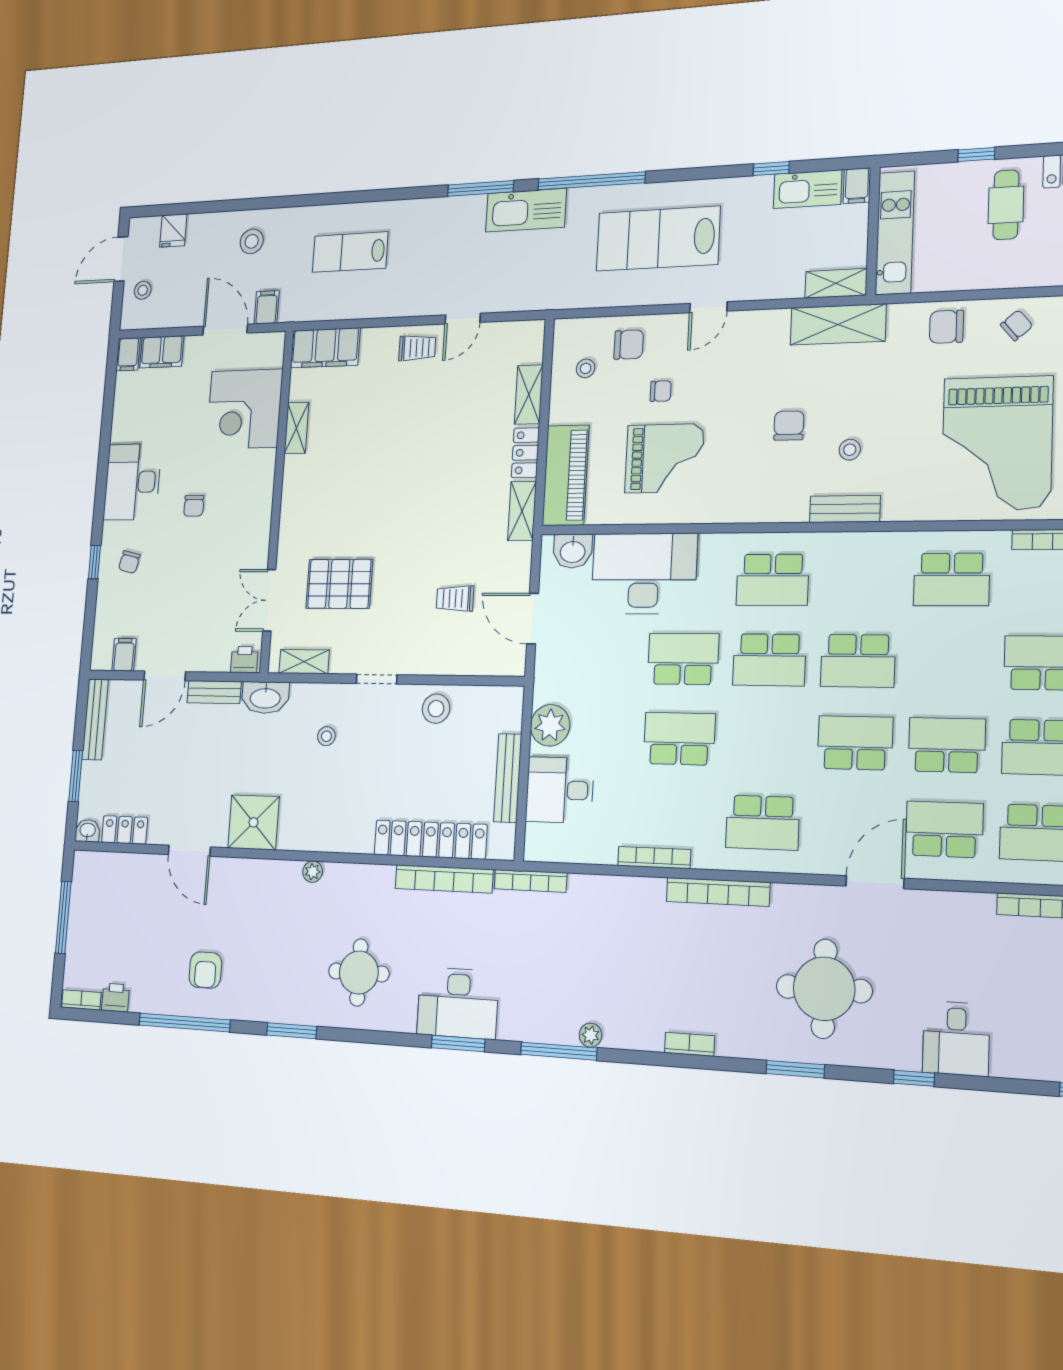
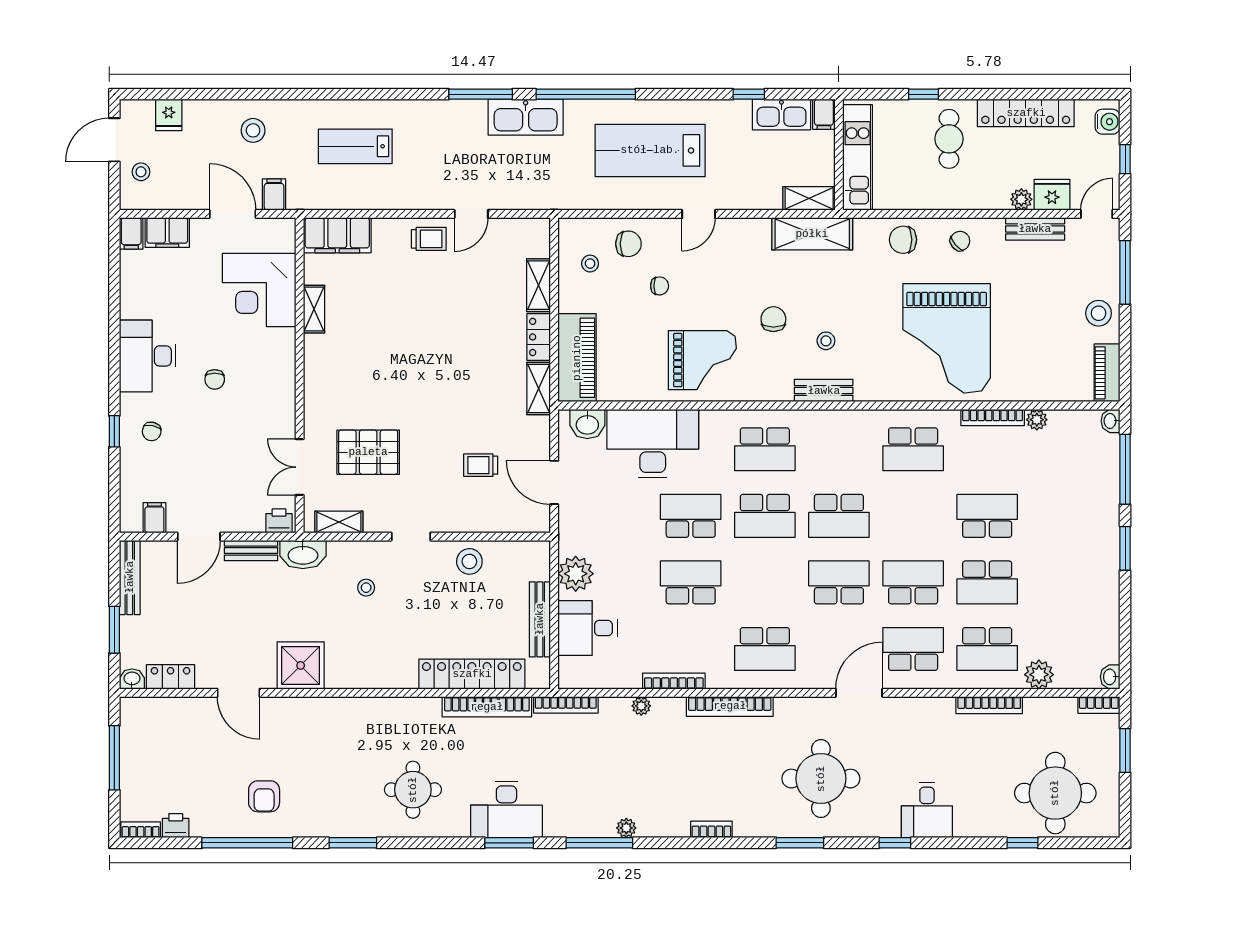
grand piano: (664, 458) -> (702, 360), moved
plant: (313, 872) -> (641, 706), moved

